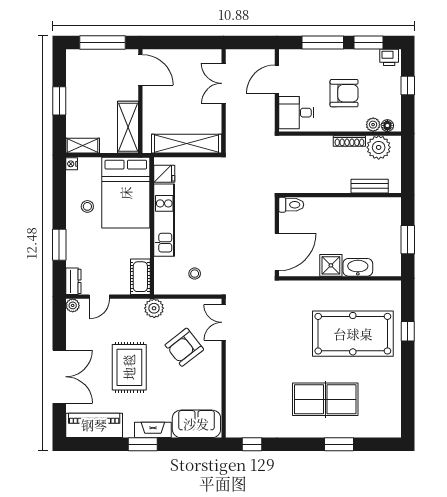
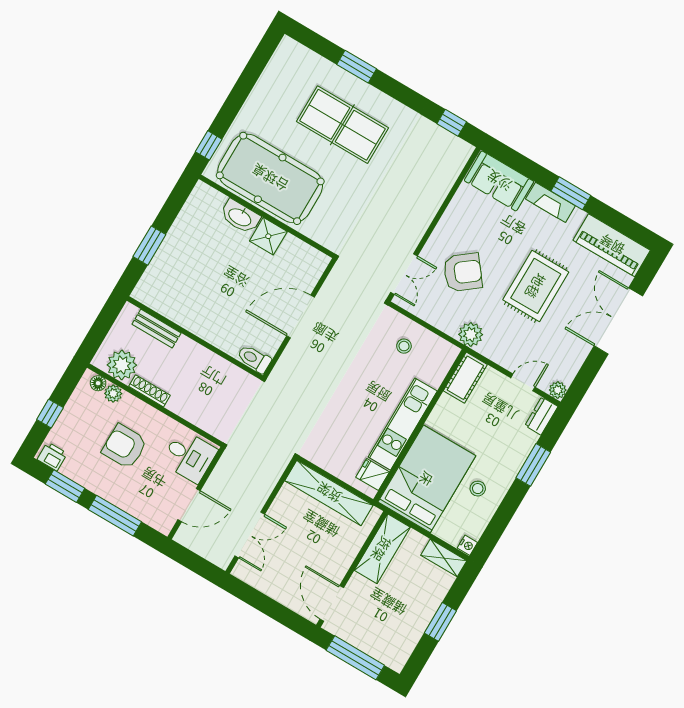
shower: (331, 265) -> (268, 236), moved
washbasin: (358, 267) -> (240, 217), moved
wall: (340, 278) -> (267, 216), moved

